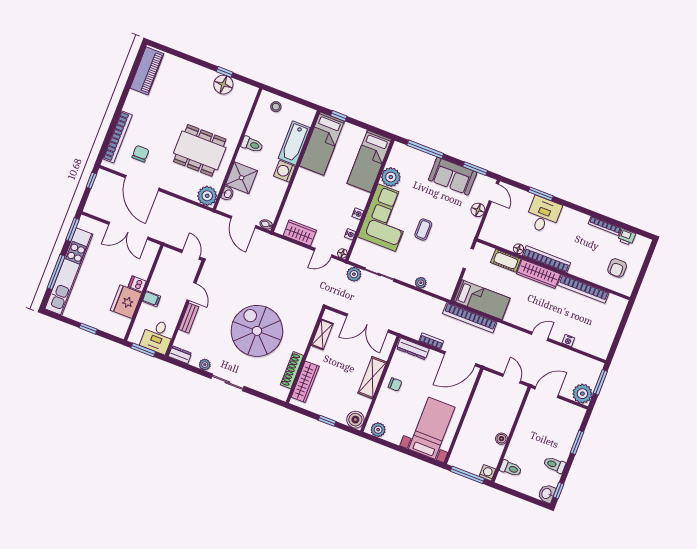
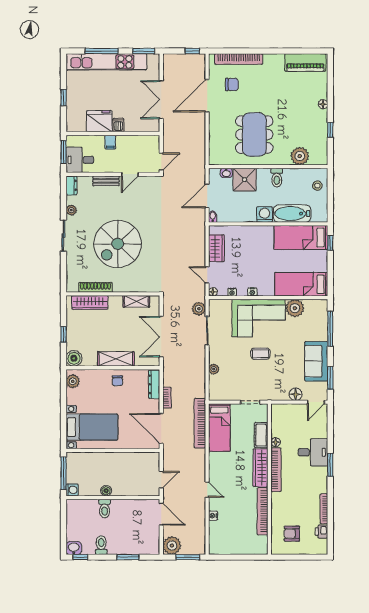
floor lamp: (223, 85) -> (323, 104), moved, width x0.53, depth x0.53
window: (541, 194) -> (330, 465), moved
plant: (207, 196) -> (300, 156), moved
spiral stairs: (257, 331) -> (118, 244), turned 180
toilet: (511, 468) -> (105, 509), moved

